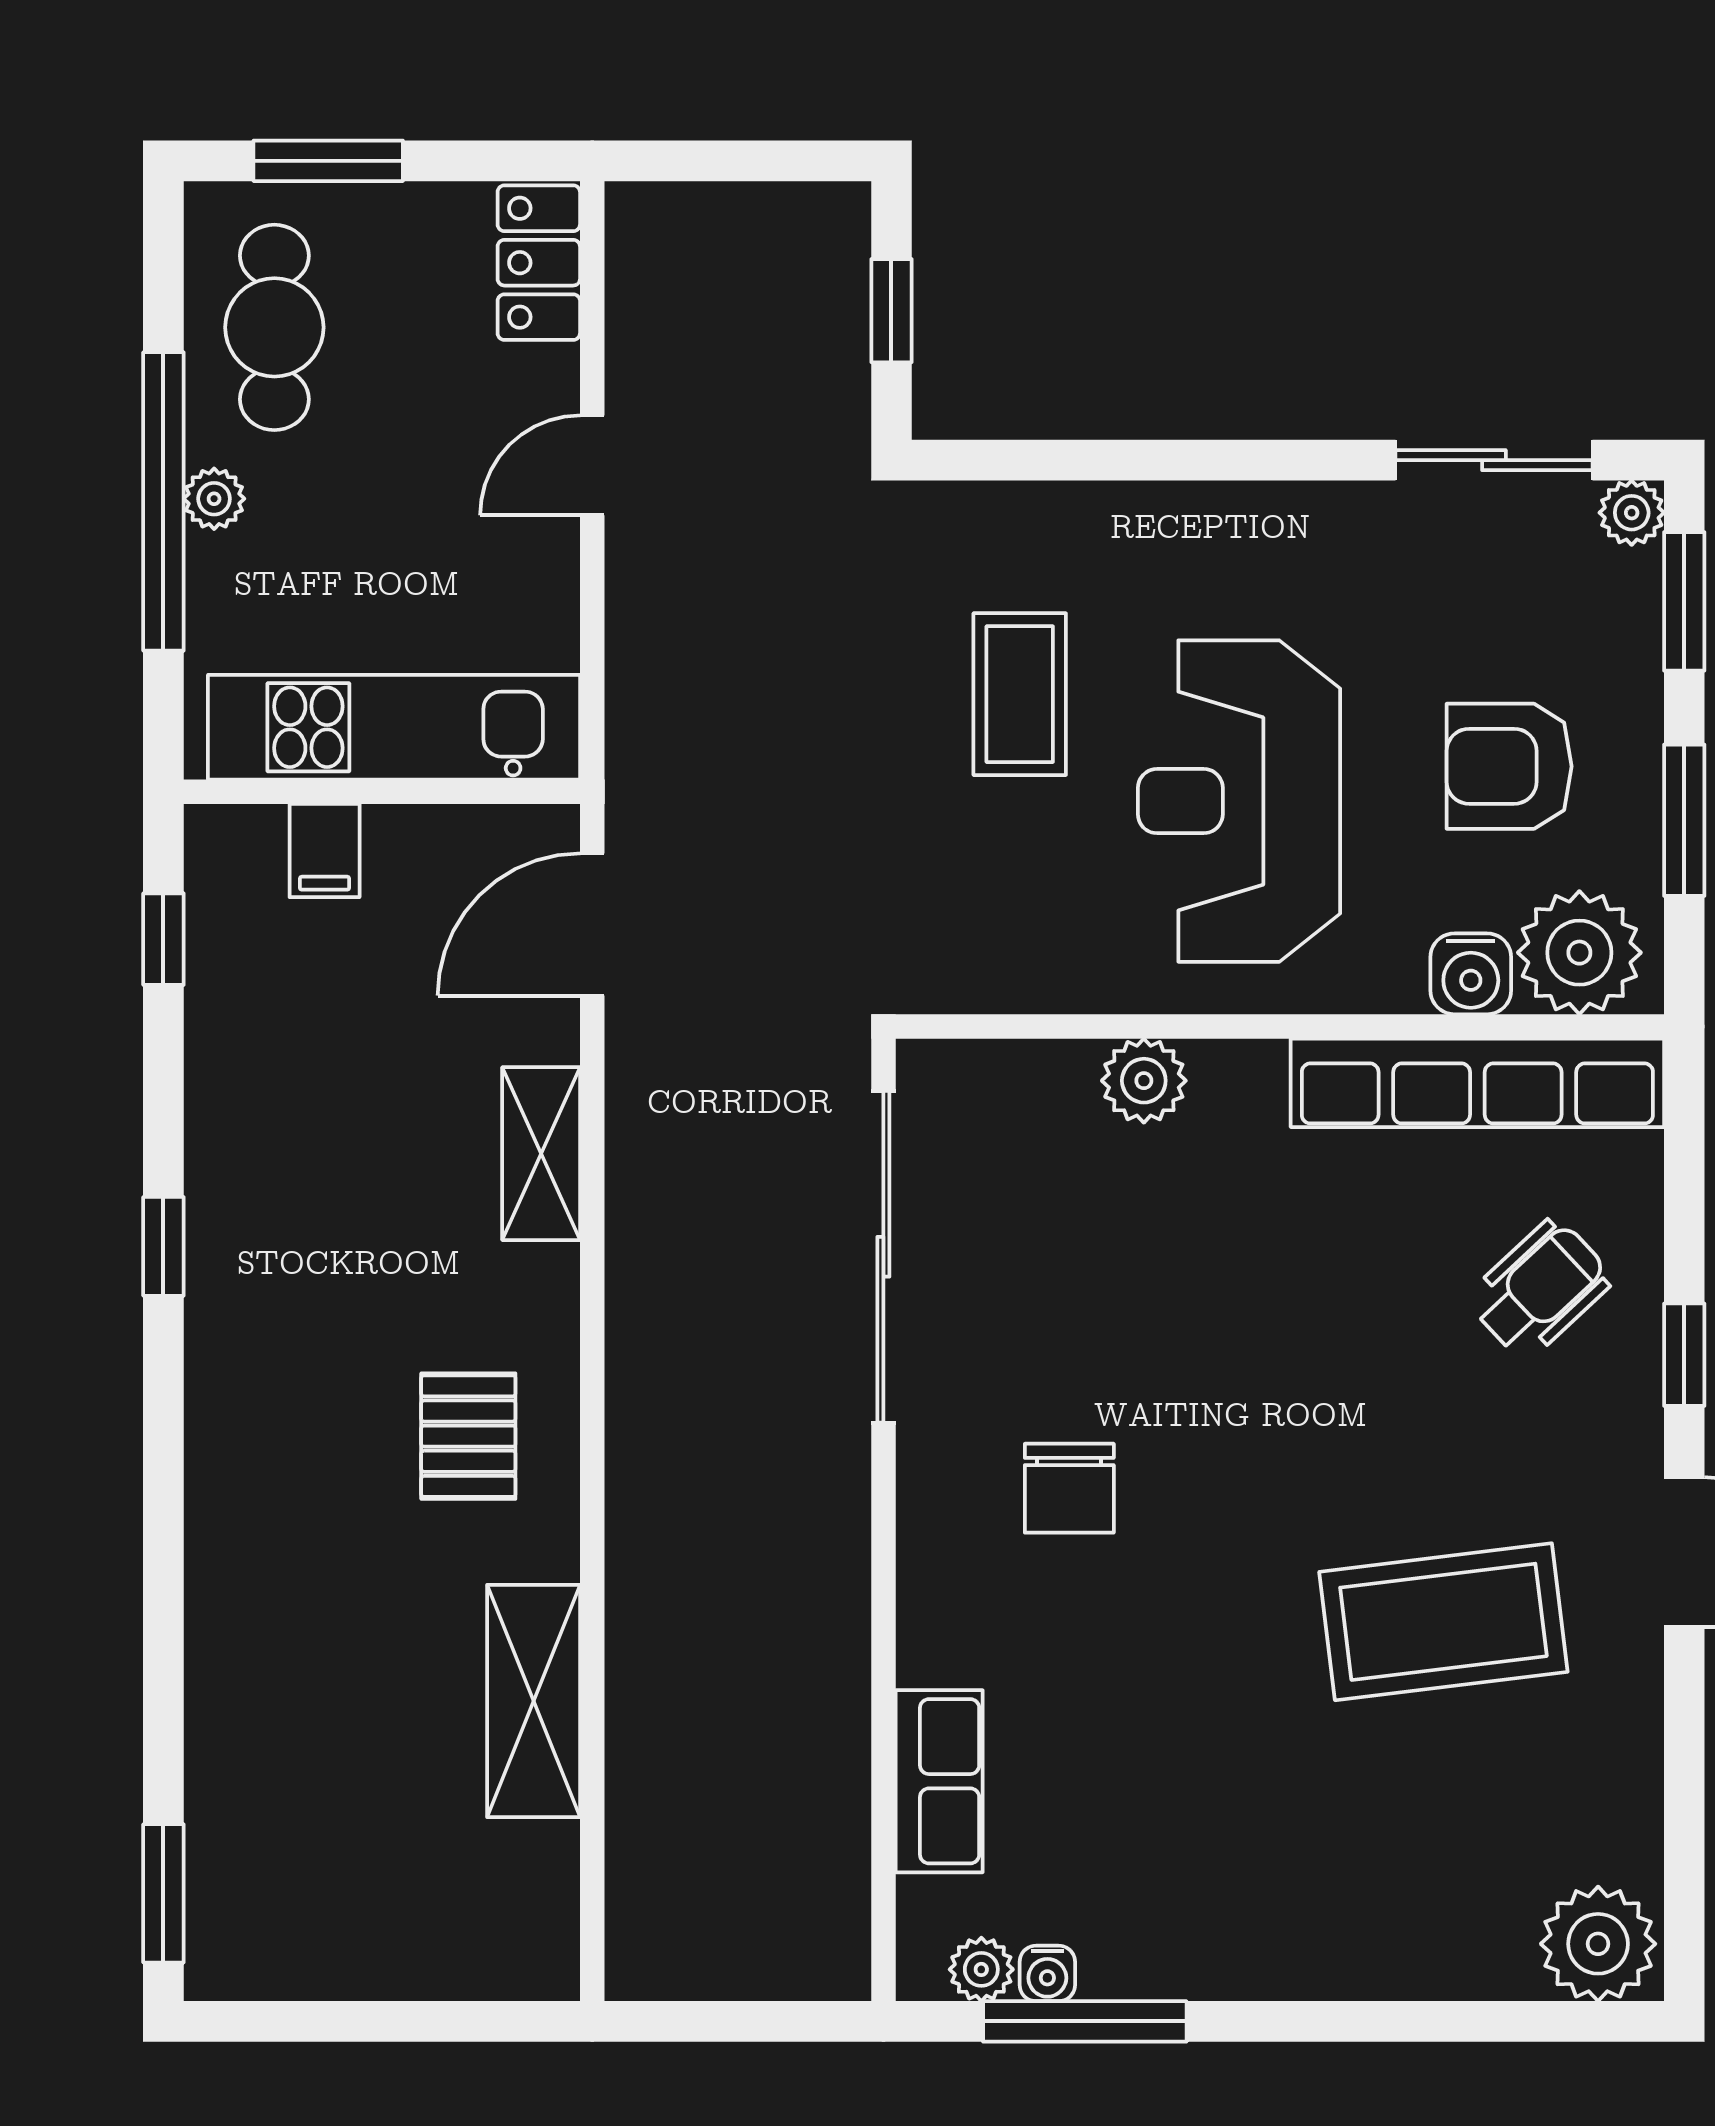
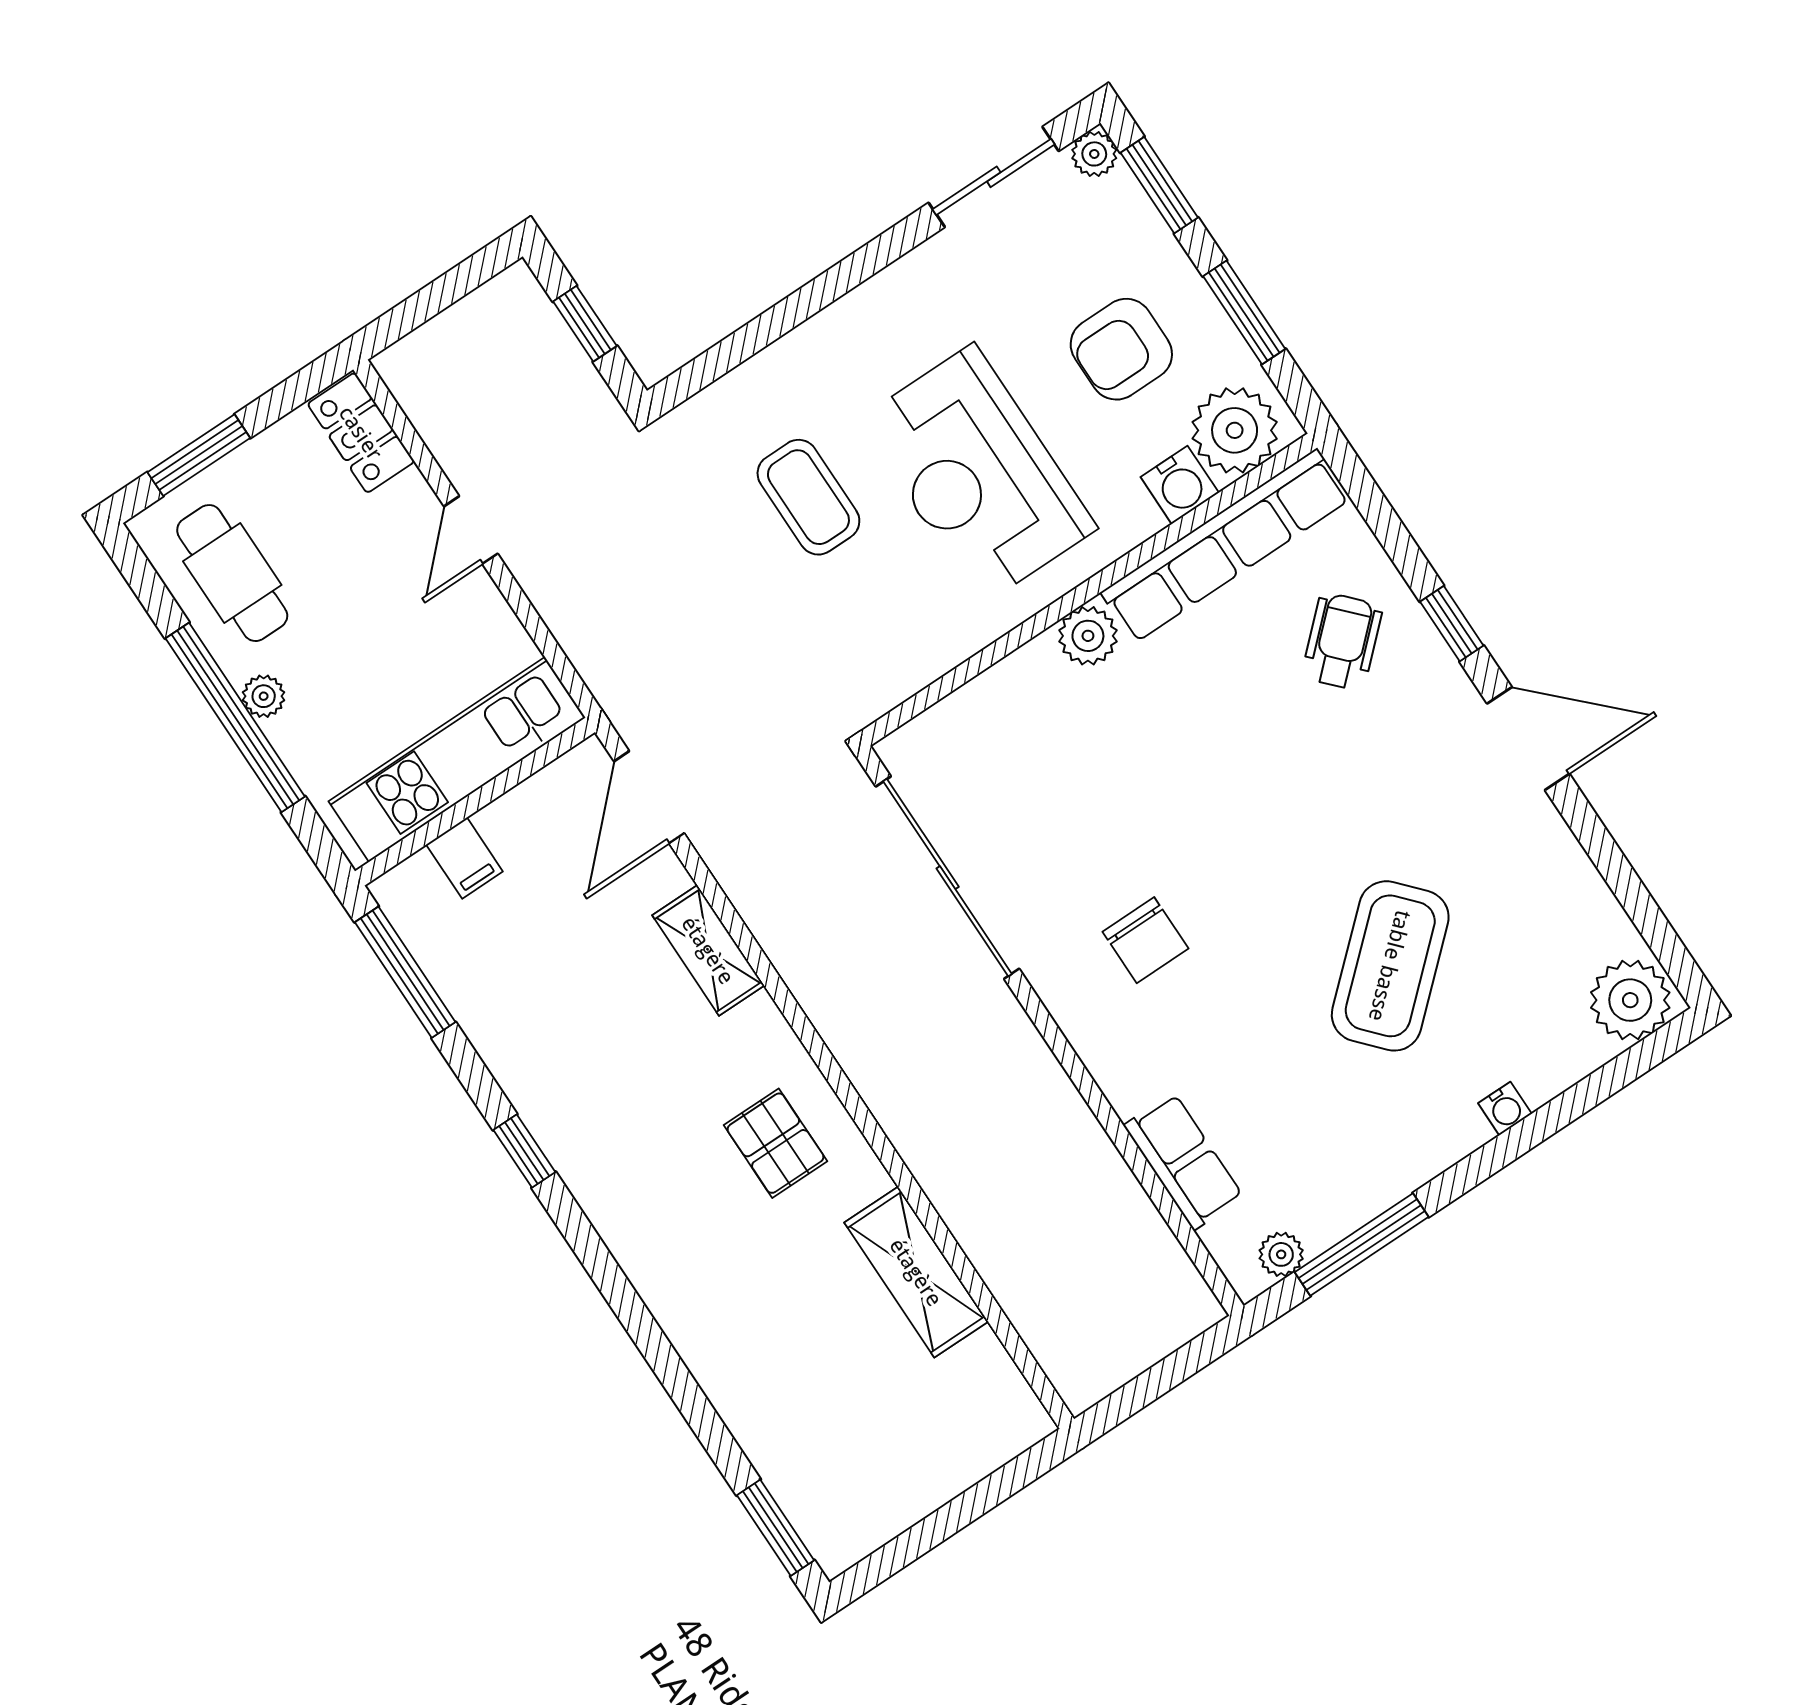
window: (163, 939) -> (405, 972), width x2.17
plant: (1144, 1081) -> (1088, 636), moved
coffee table: (1443, 1622) -> (1390, 966), moved, turned -35
water cooler: (1047, 1973) -> (1505, 1109), moved

